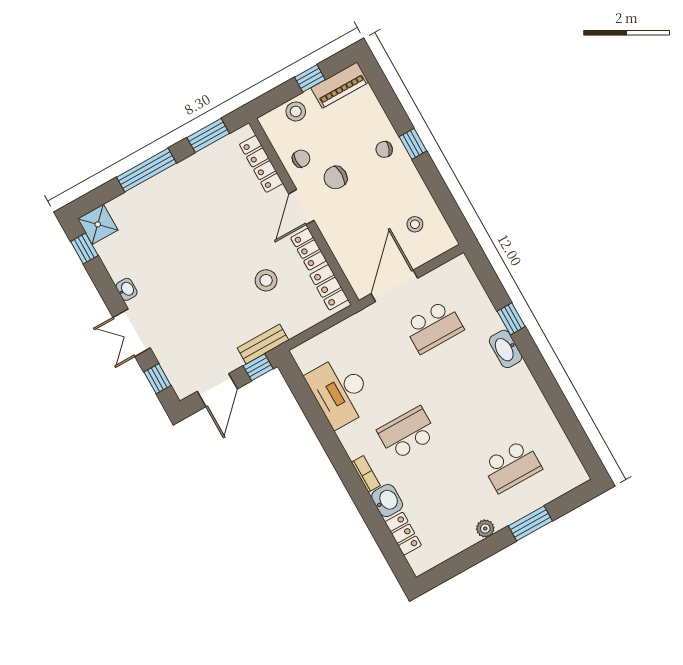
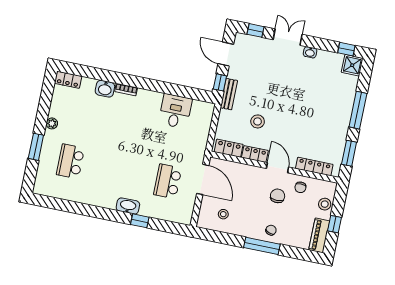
window: (413, 144) -> (262, 246), width x2.17
desk: (340, 391) -> (175, 111), width x0.73
school desk: (407, 433) -> (128, 126), removed
locker: (403, 534) -> (68, 80), moved

